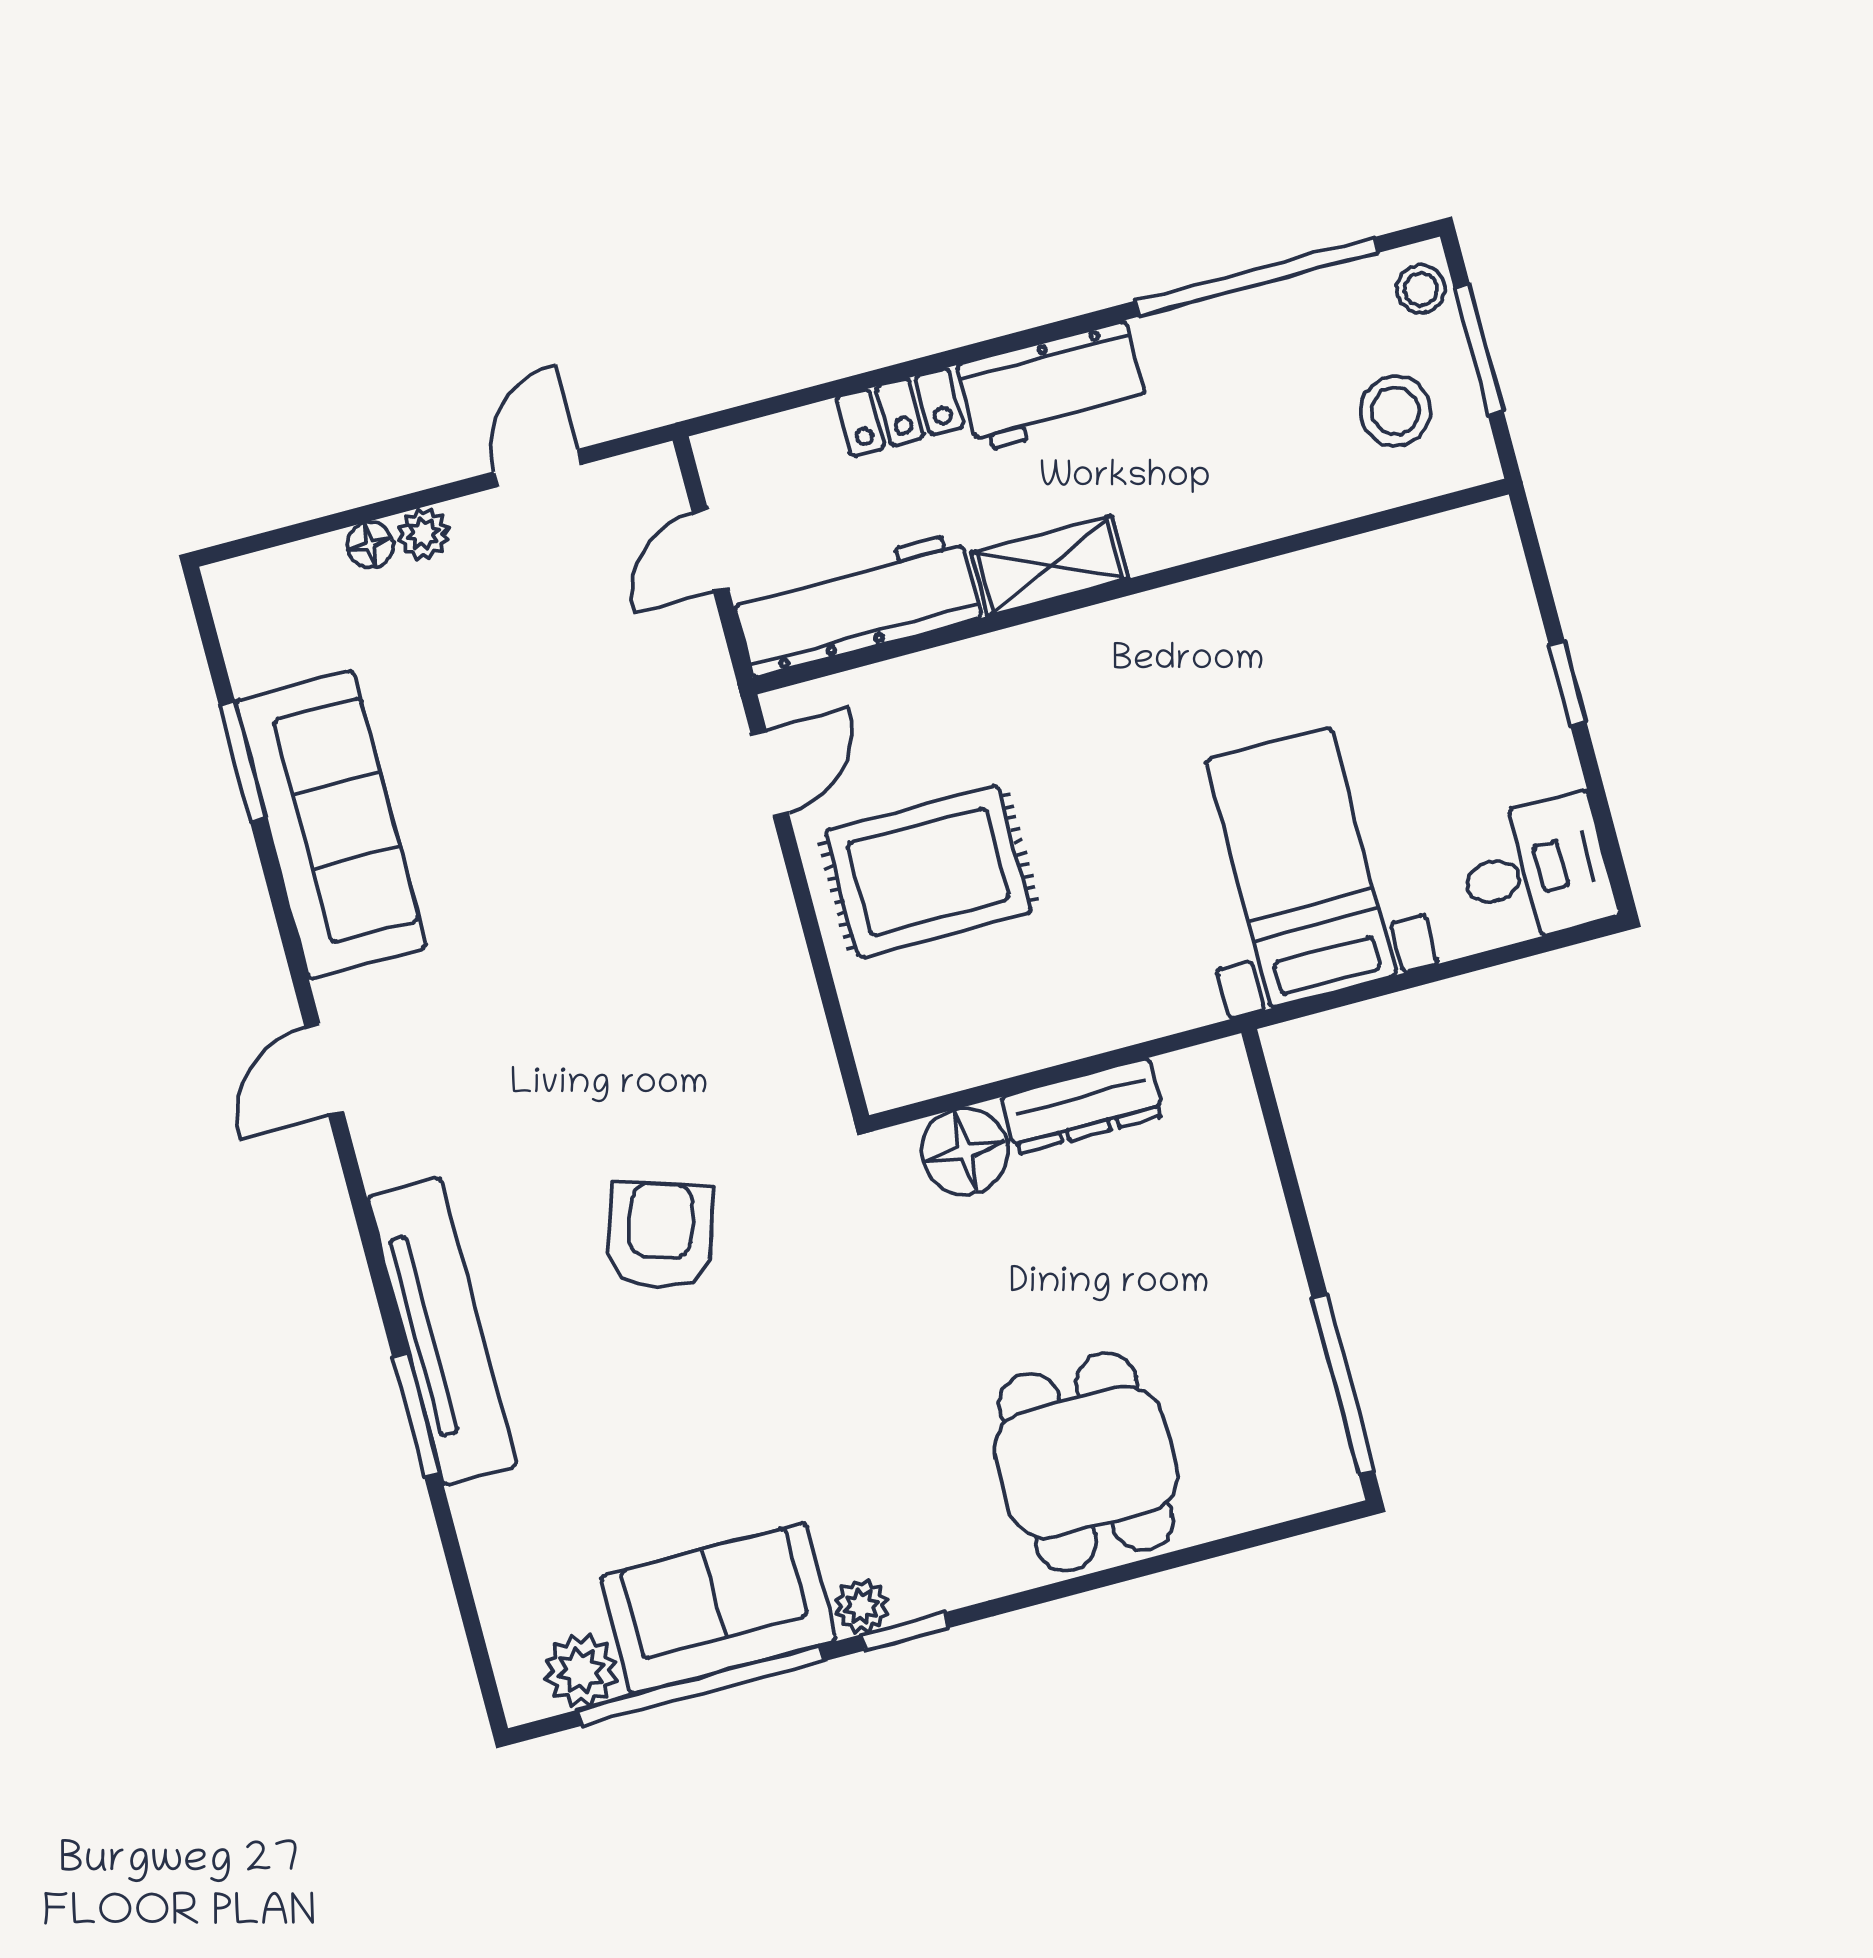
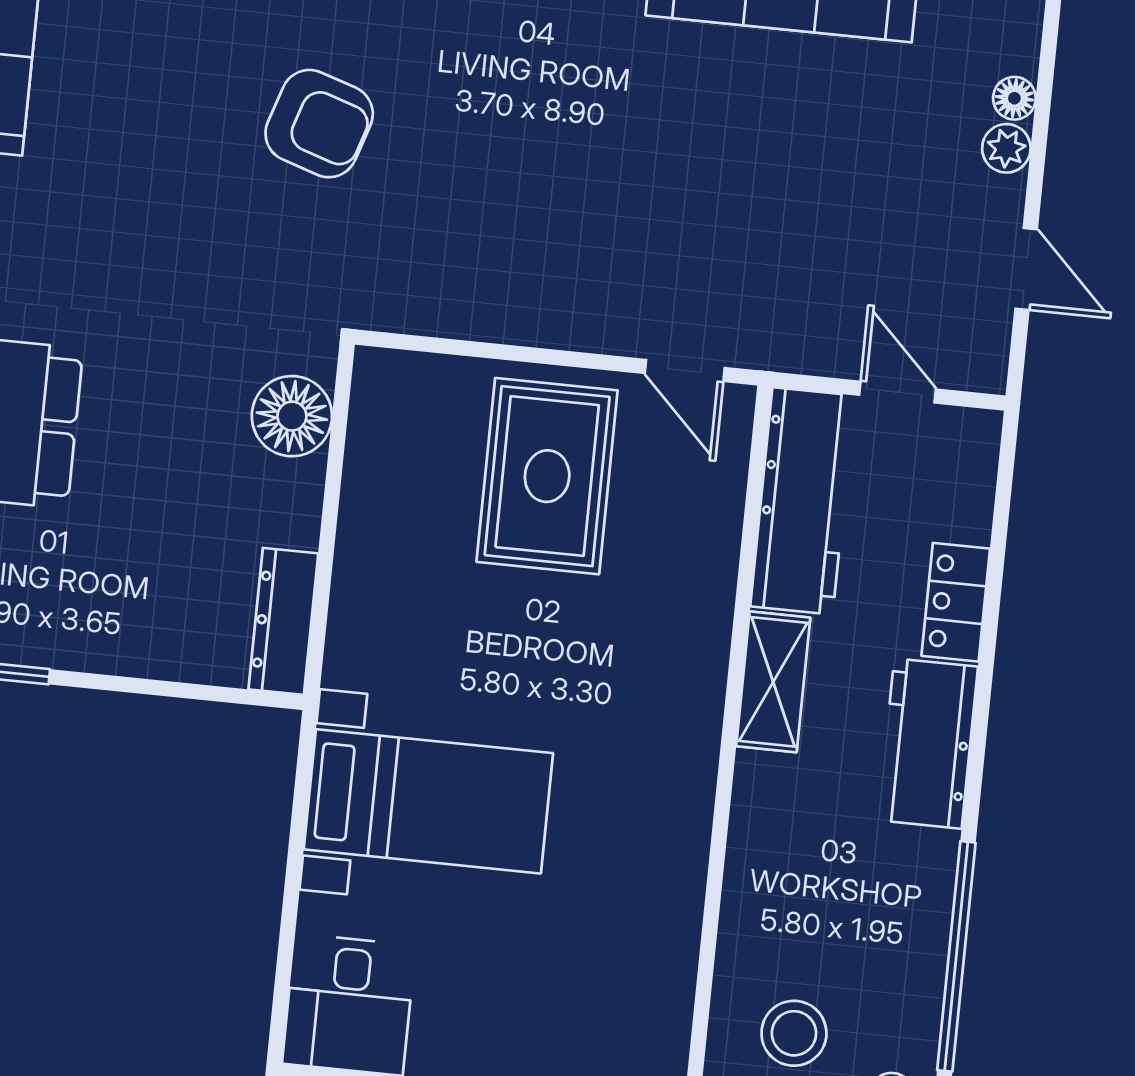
dresser: (1083, 1106) -> (283, 621), moved

